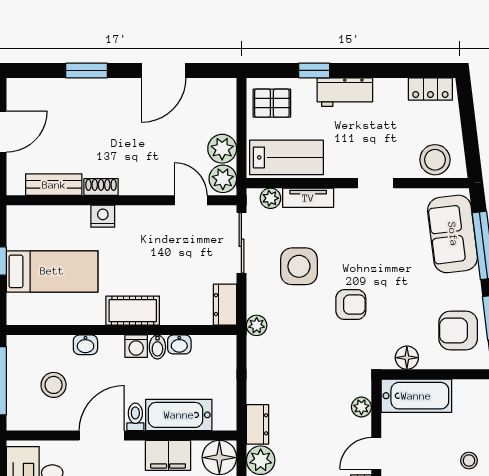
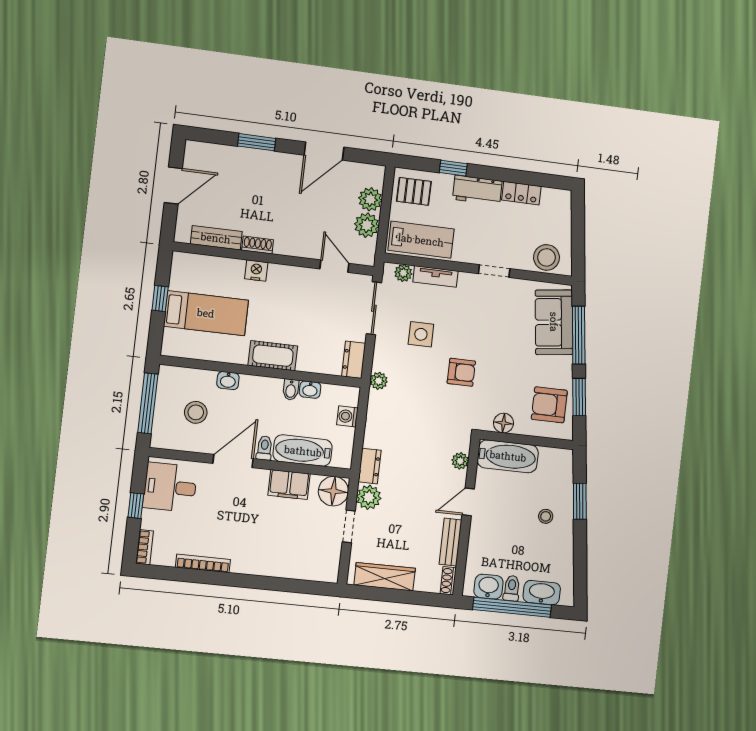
locker: (430, 89) -> (521, 193), moved
plant: (223, 179) -> (370, 199), moved
side table: (299, 266) -> (421, 334), width x0.73, depth x0.73
washing machine: (136, 346) -> (347, 416), moved, turned 90

